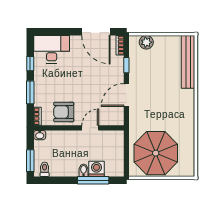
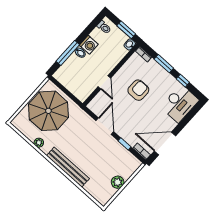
plant: (146, 42) -> (118, 182), moved
bench: (188, 62) -> (68, 167), moved
armchair: (64, 112) -> (138, 90), moved
plant: (189, 137) -> (39, 143), added
window: (30, 161) -> (126, 30), moved
washing machine: (96, 169) -> (89, 45), moved

